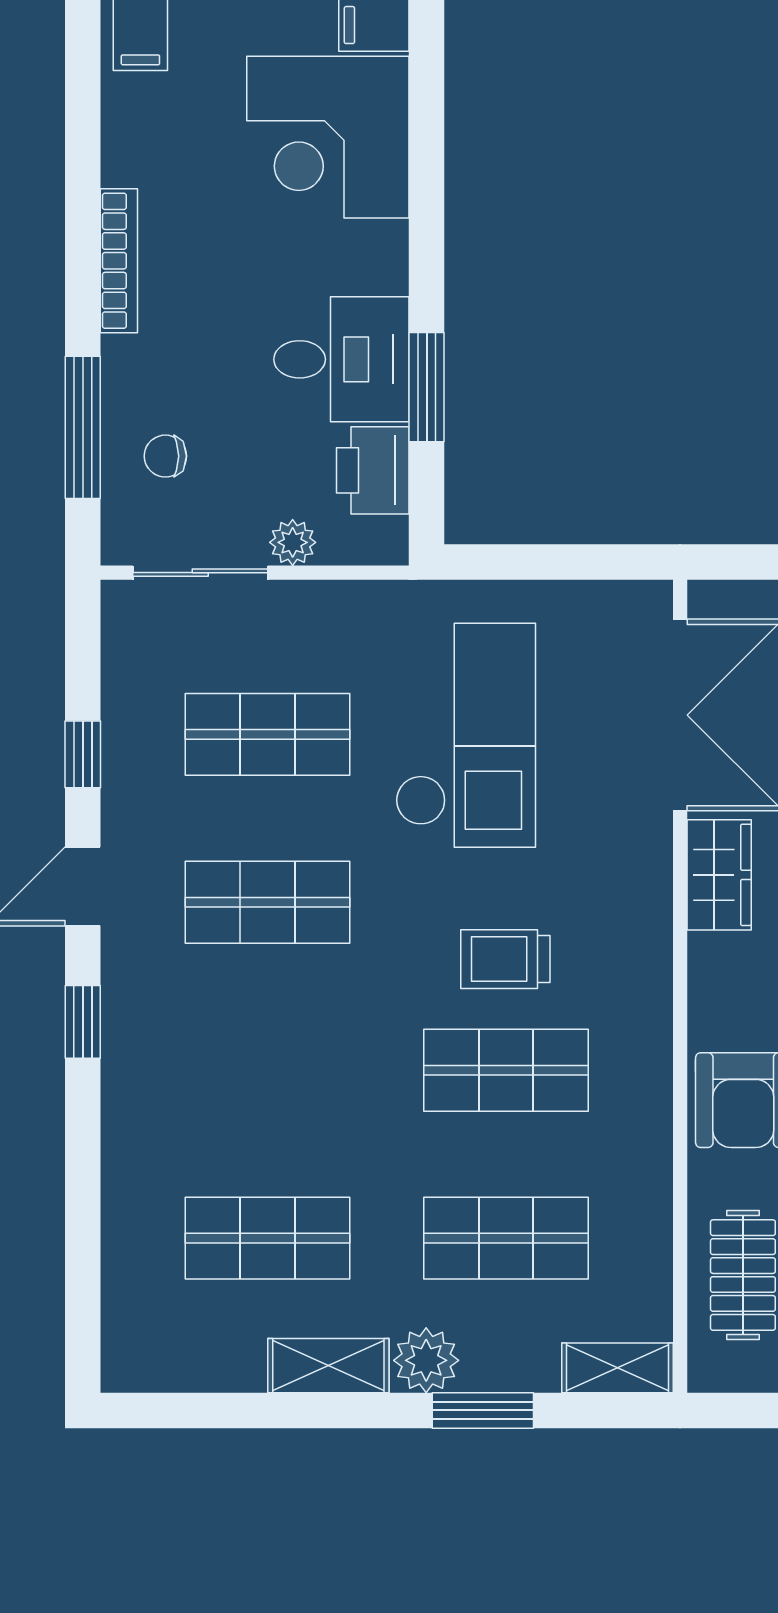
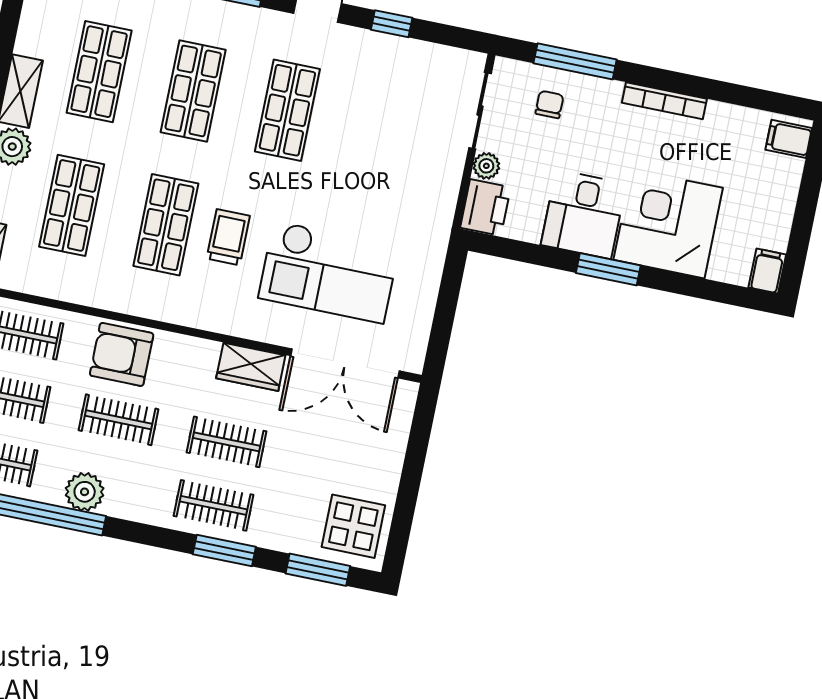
corner desk: (328, 137) -> (668, 224), moved
window: (427, 387) -> (608, 269), moved
printer: (373, 470) -> (485, 207), moved, turned 90
shop shelf: (267, 734) -> (193, 91), moved
checkout: (465, 735) -> (329, 272), moved

